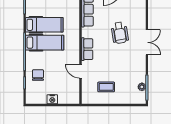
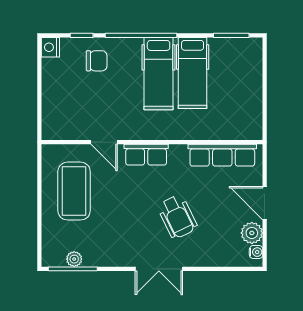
wheelchair: (120, 33) -> (177, 217), turned -107
door: (81, 71) -> (104, 142), swing flipped
coffee table: (106, 87) -> (74, 191), width x1.86, depth x1.72
nightstand: (52, 99) -> (50, 47), moved

